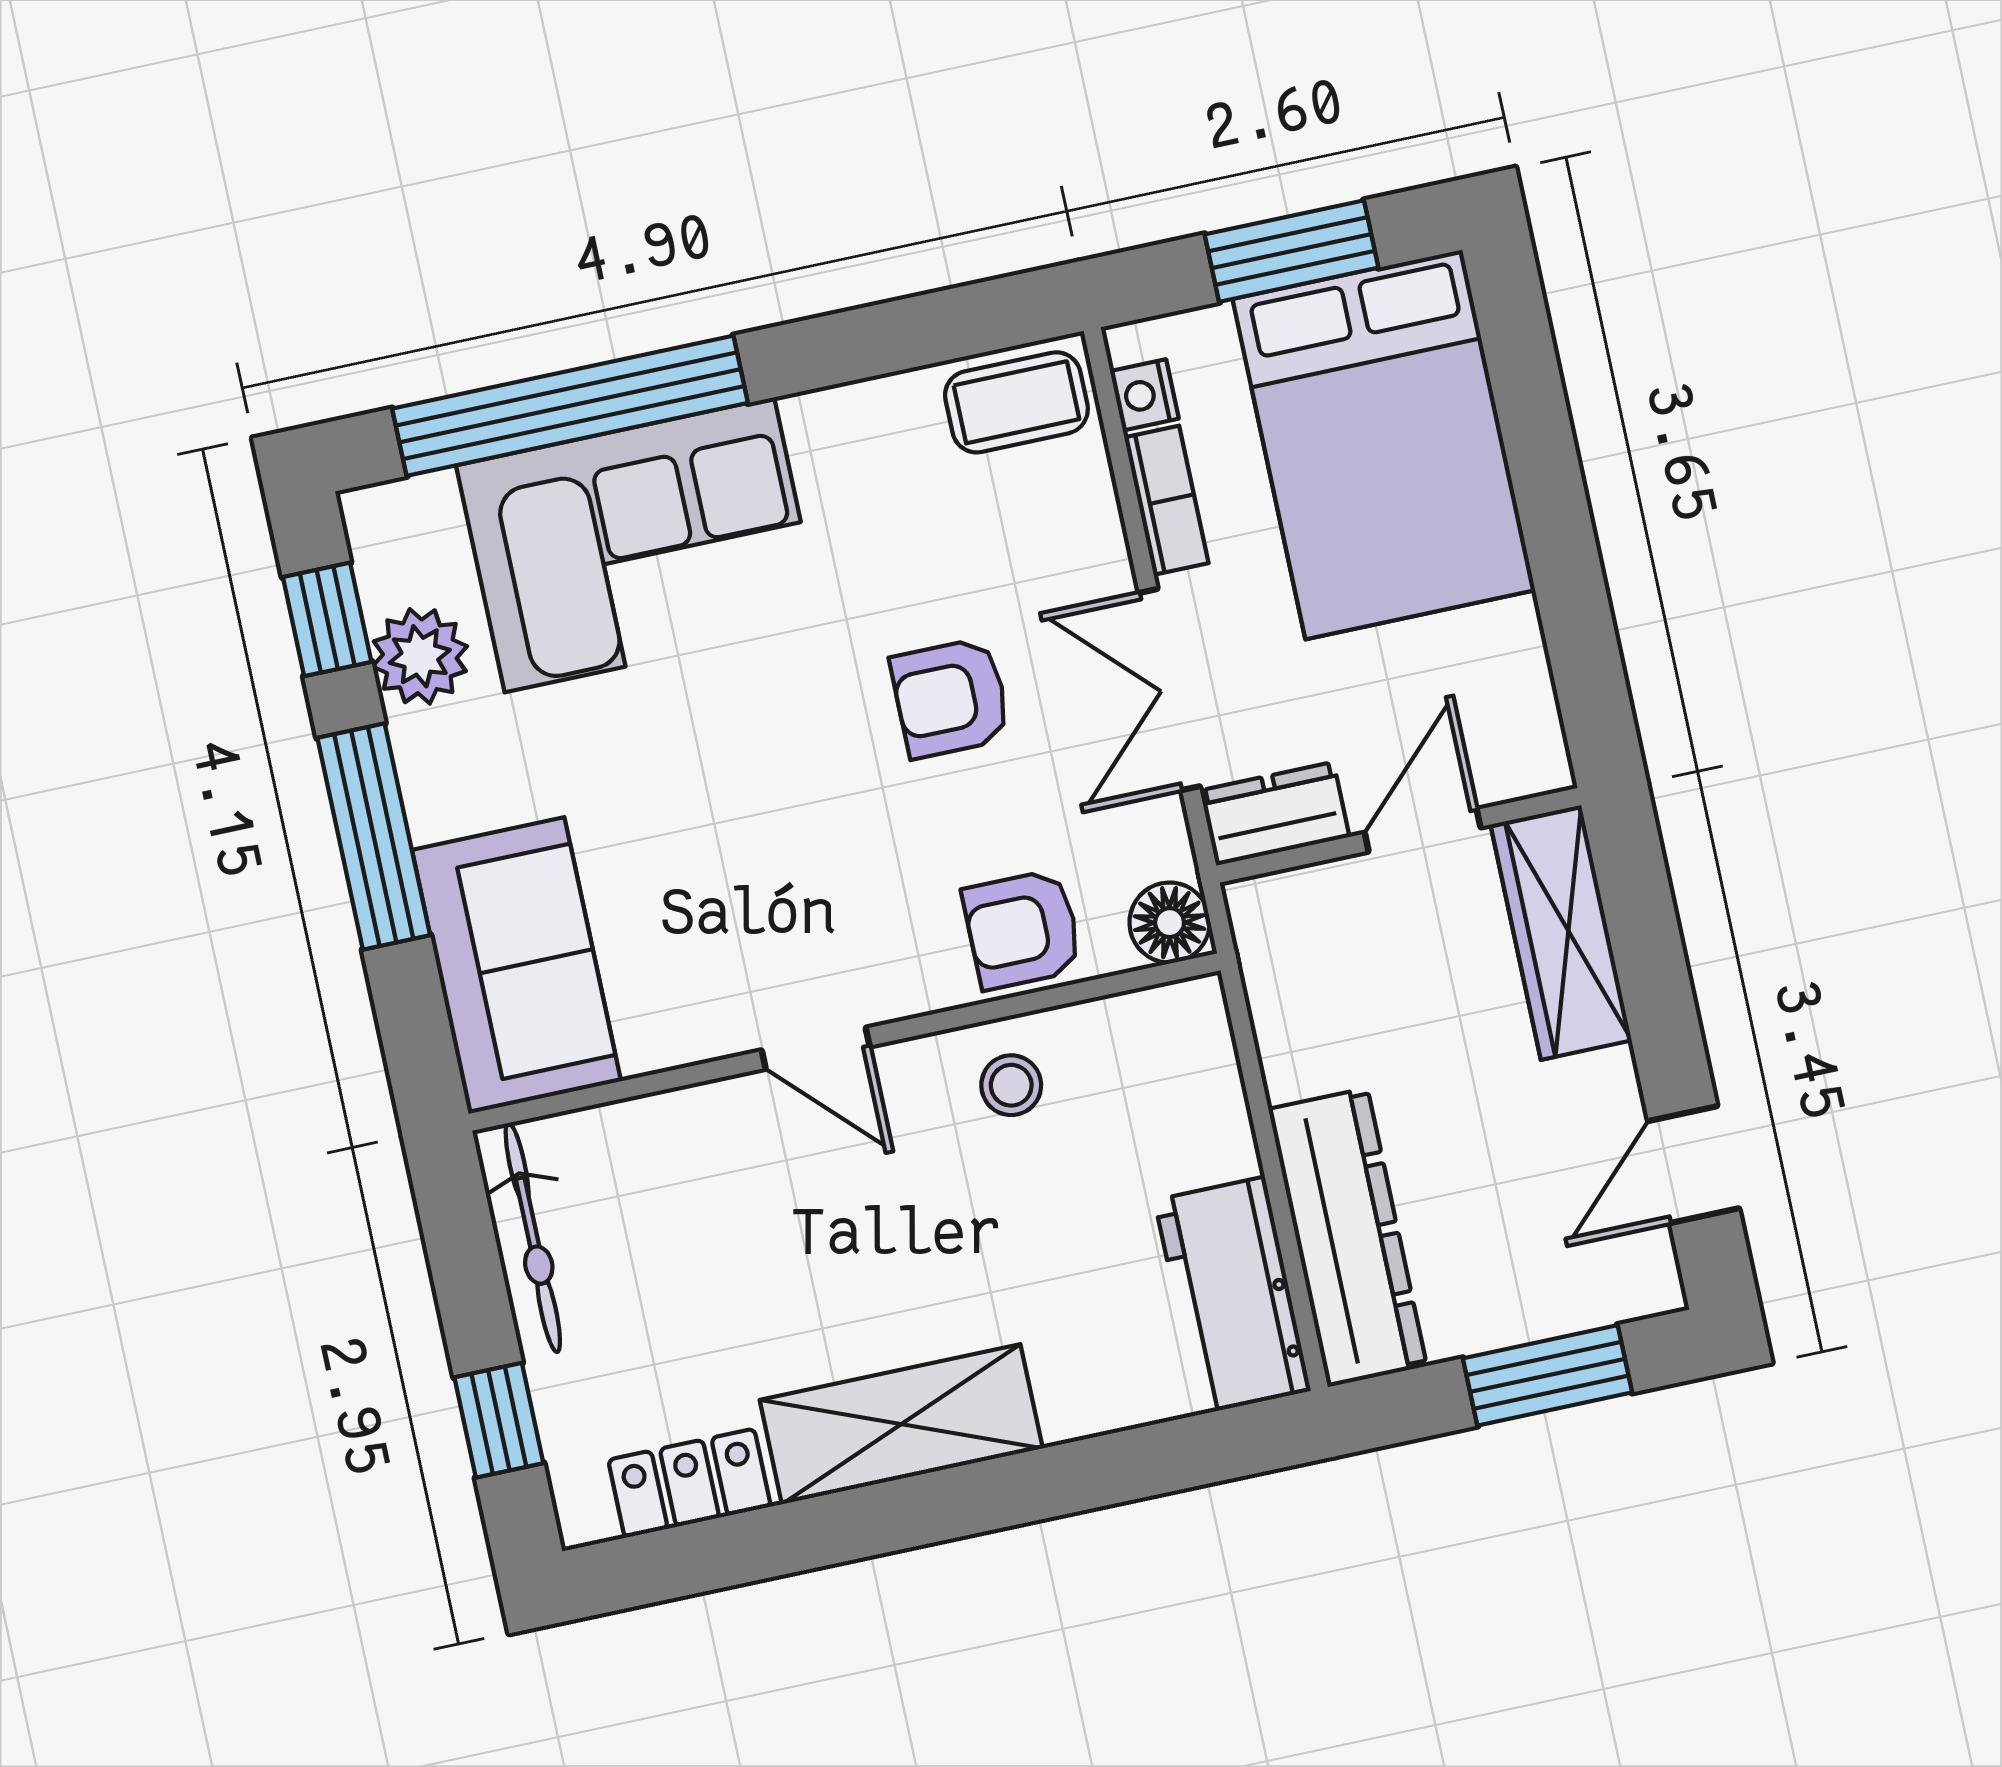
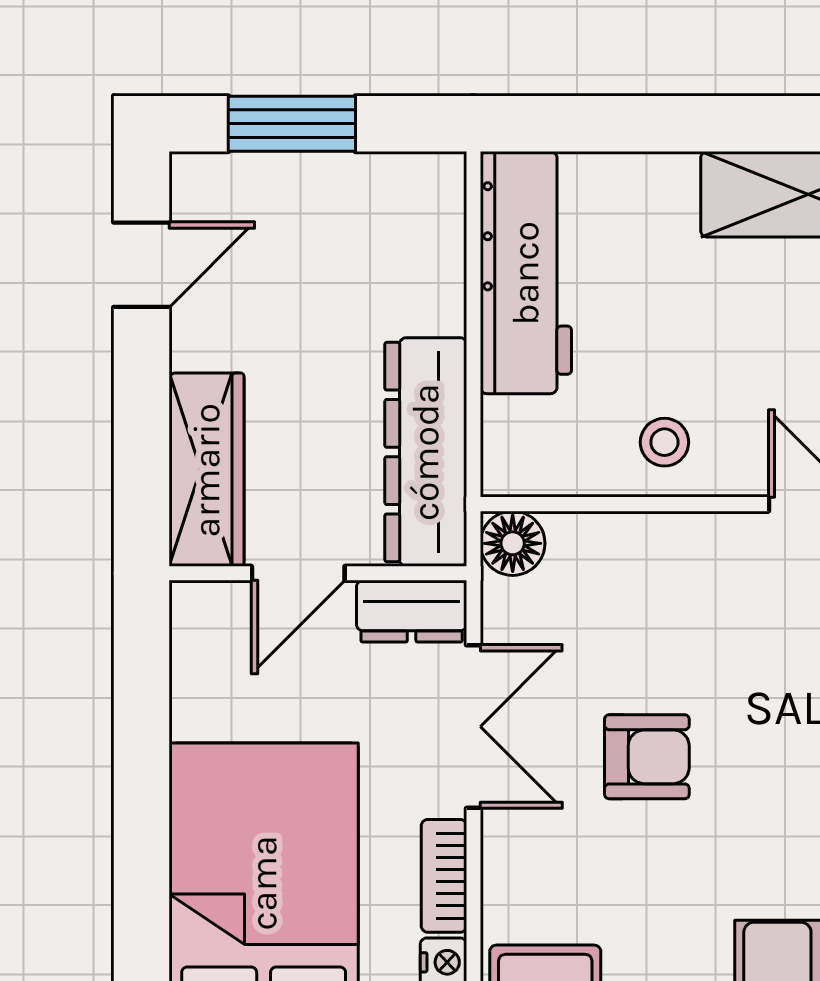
armchair: (1022, 930) -> (629, 563), removed
dresser: (1348, 1238) -> (426, 452), moved
workbench: (1233, 1296) -> (526, 273), width x1.38

